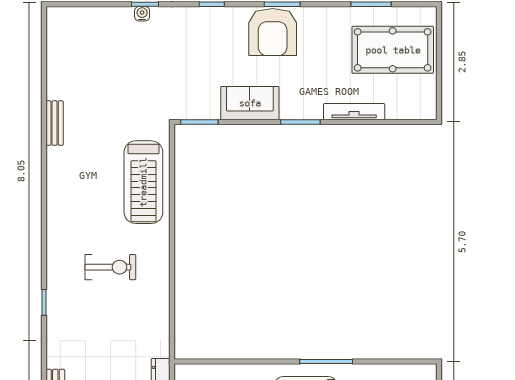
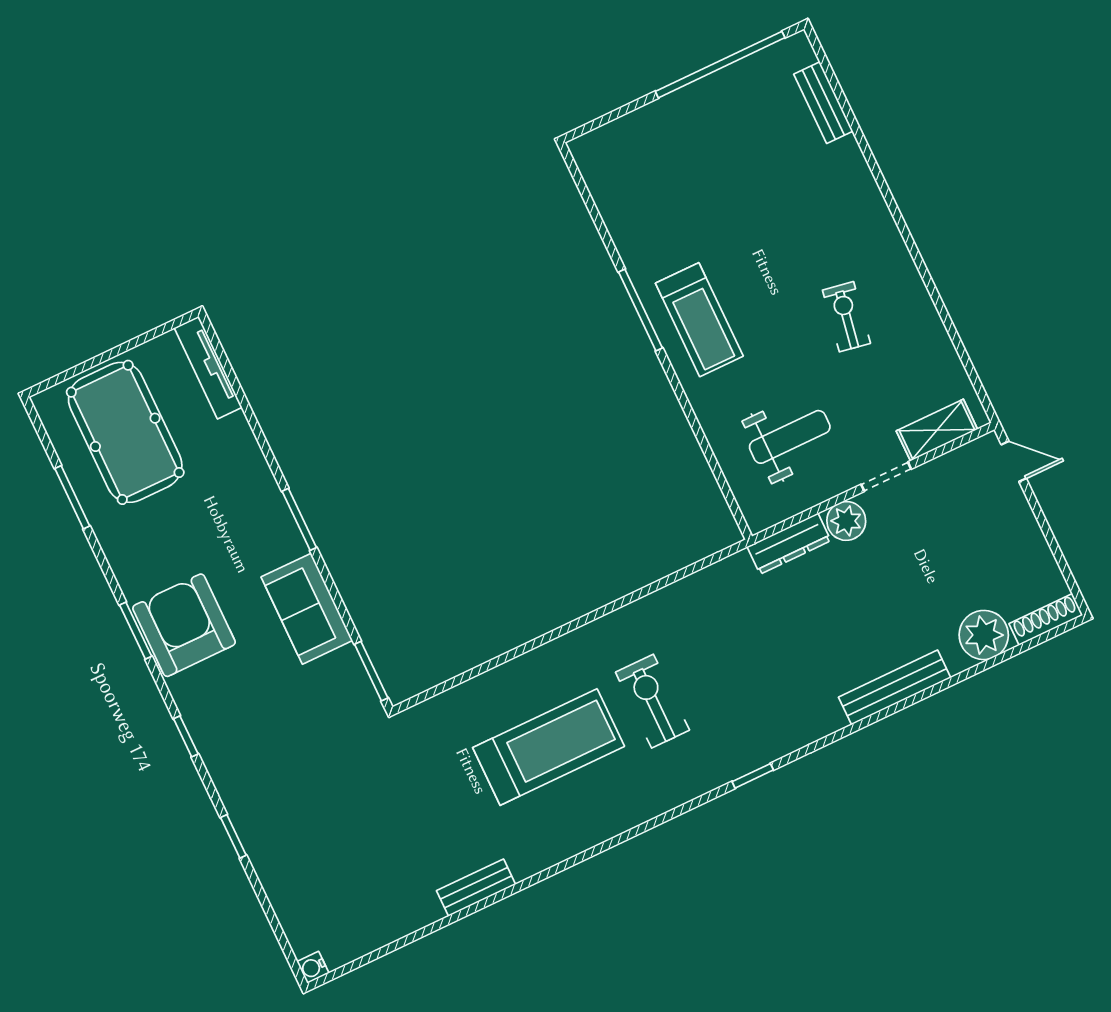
water cooler: (142, 14) -> (313, 967), moved
armchair: (273, 32) -> (184, 625), turned -90
tv unit: (354, 112) -> (208, 368), moved
treadmill: (143, 182) -> (549, 747), moved

